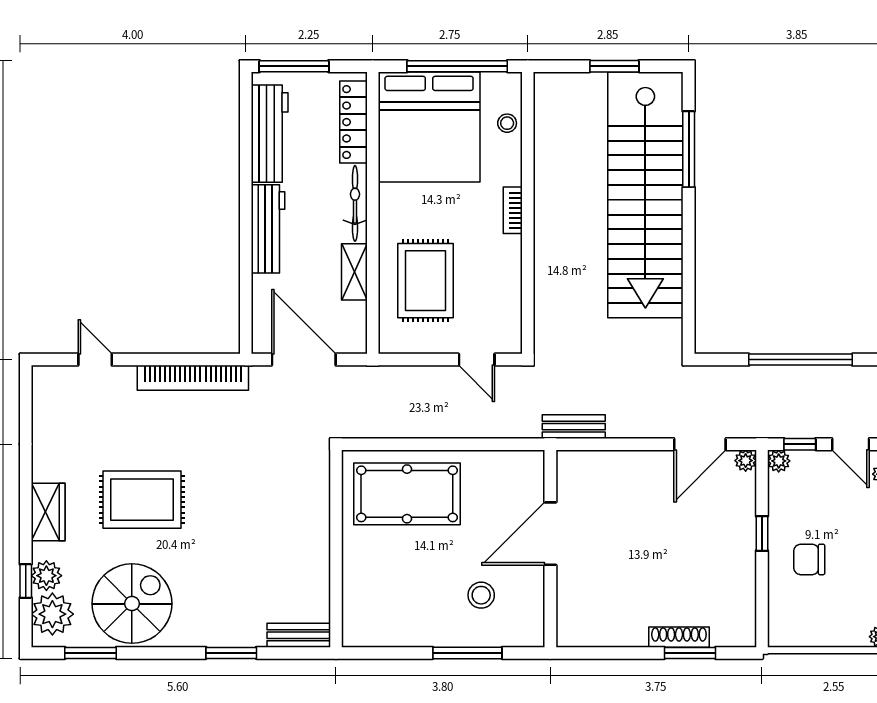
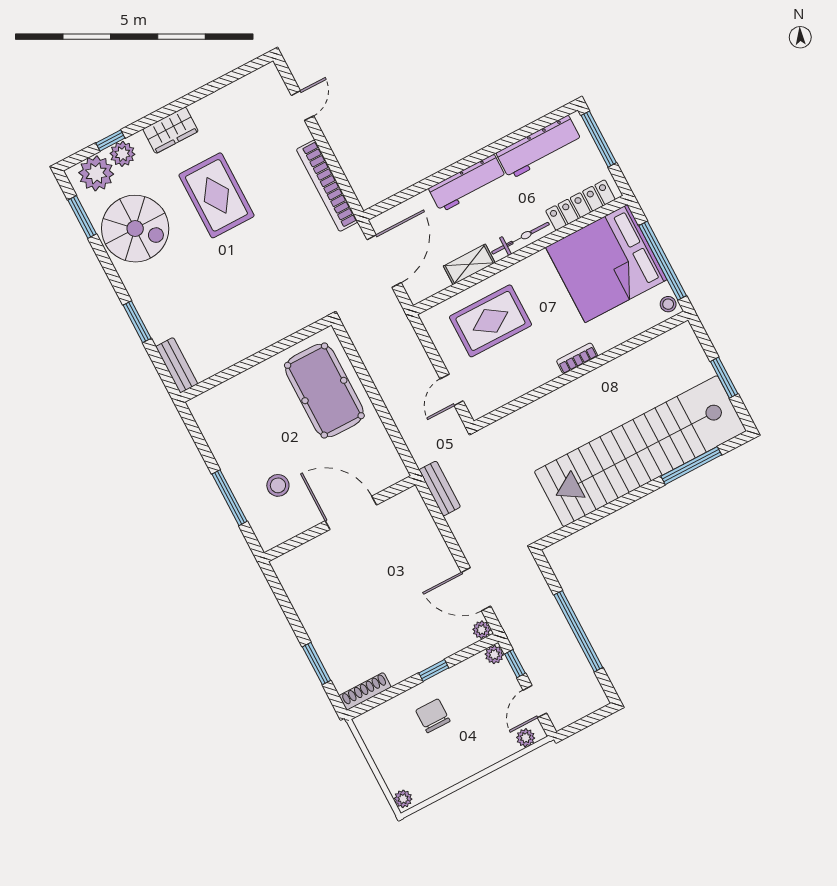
stool: (507, 123) -> (668, 304), moved
shoe rack: (679, 637) -> (365, 691), moved, turned -90

